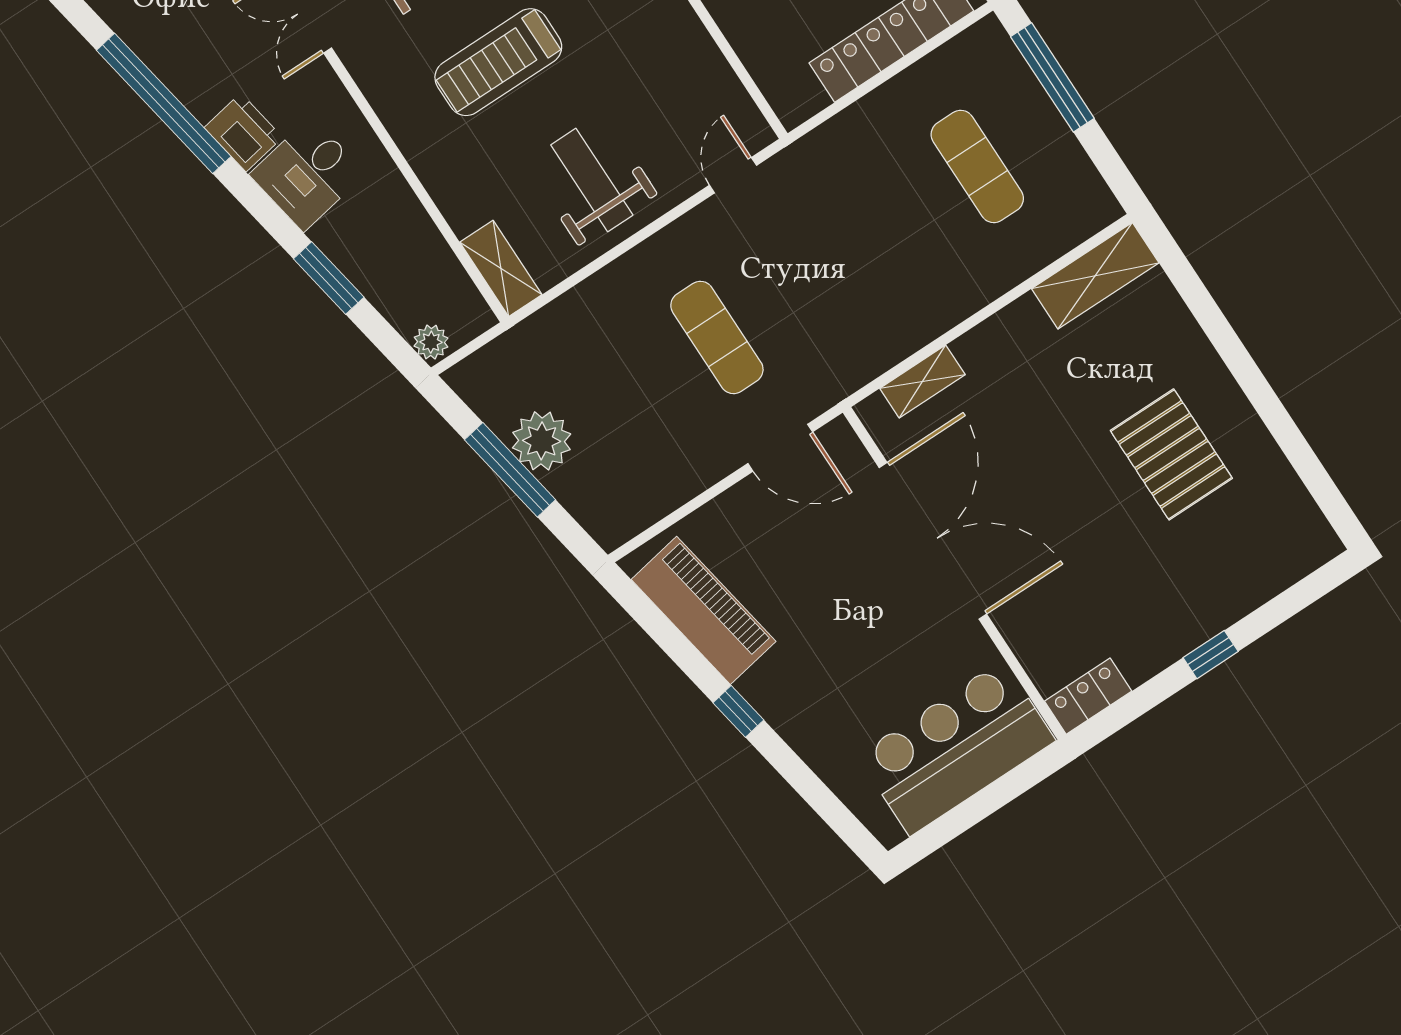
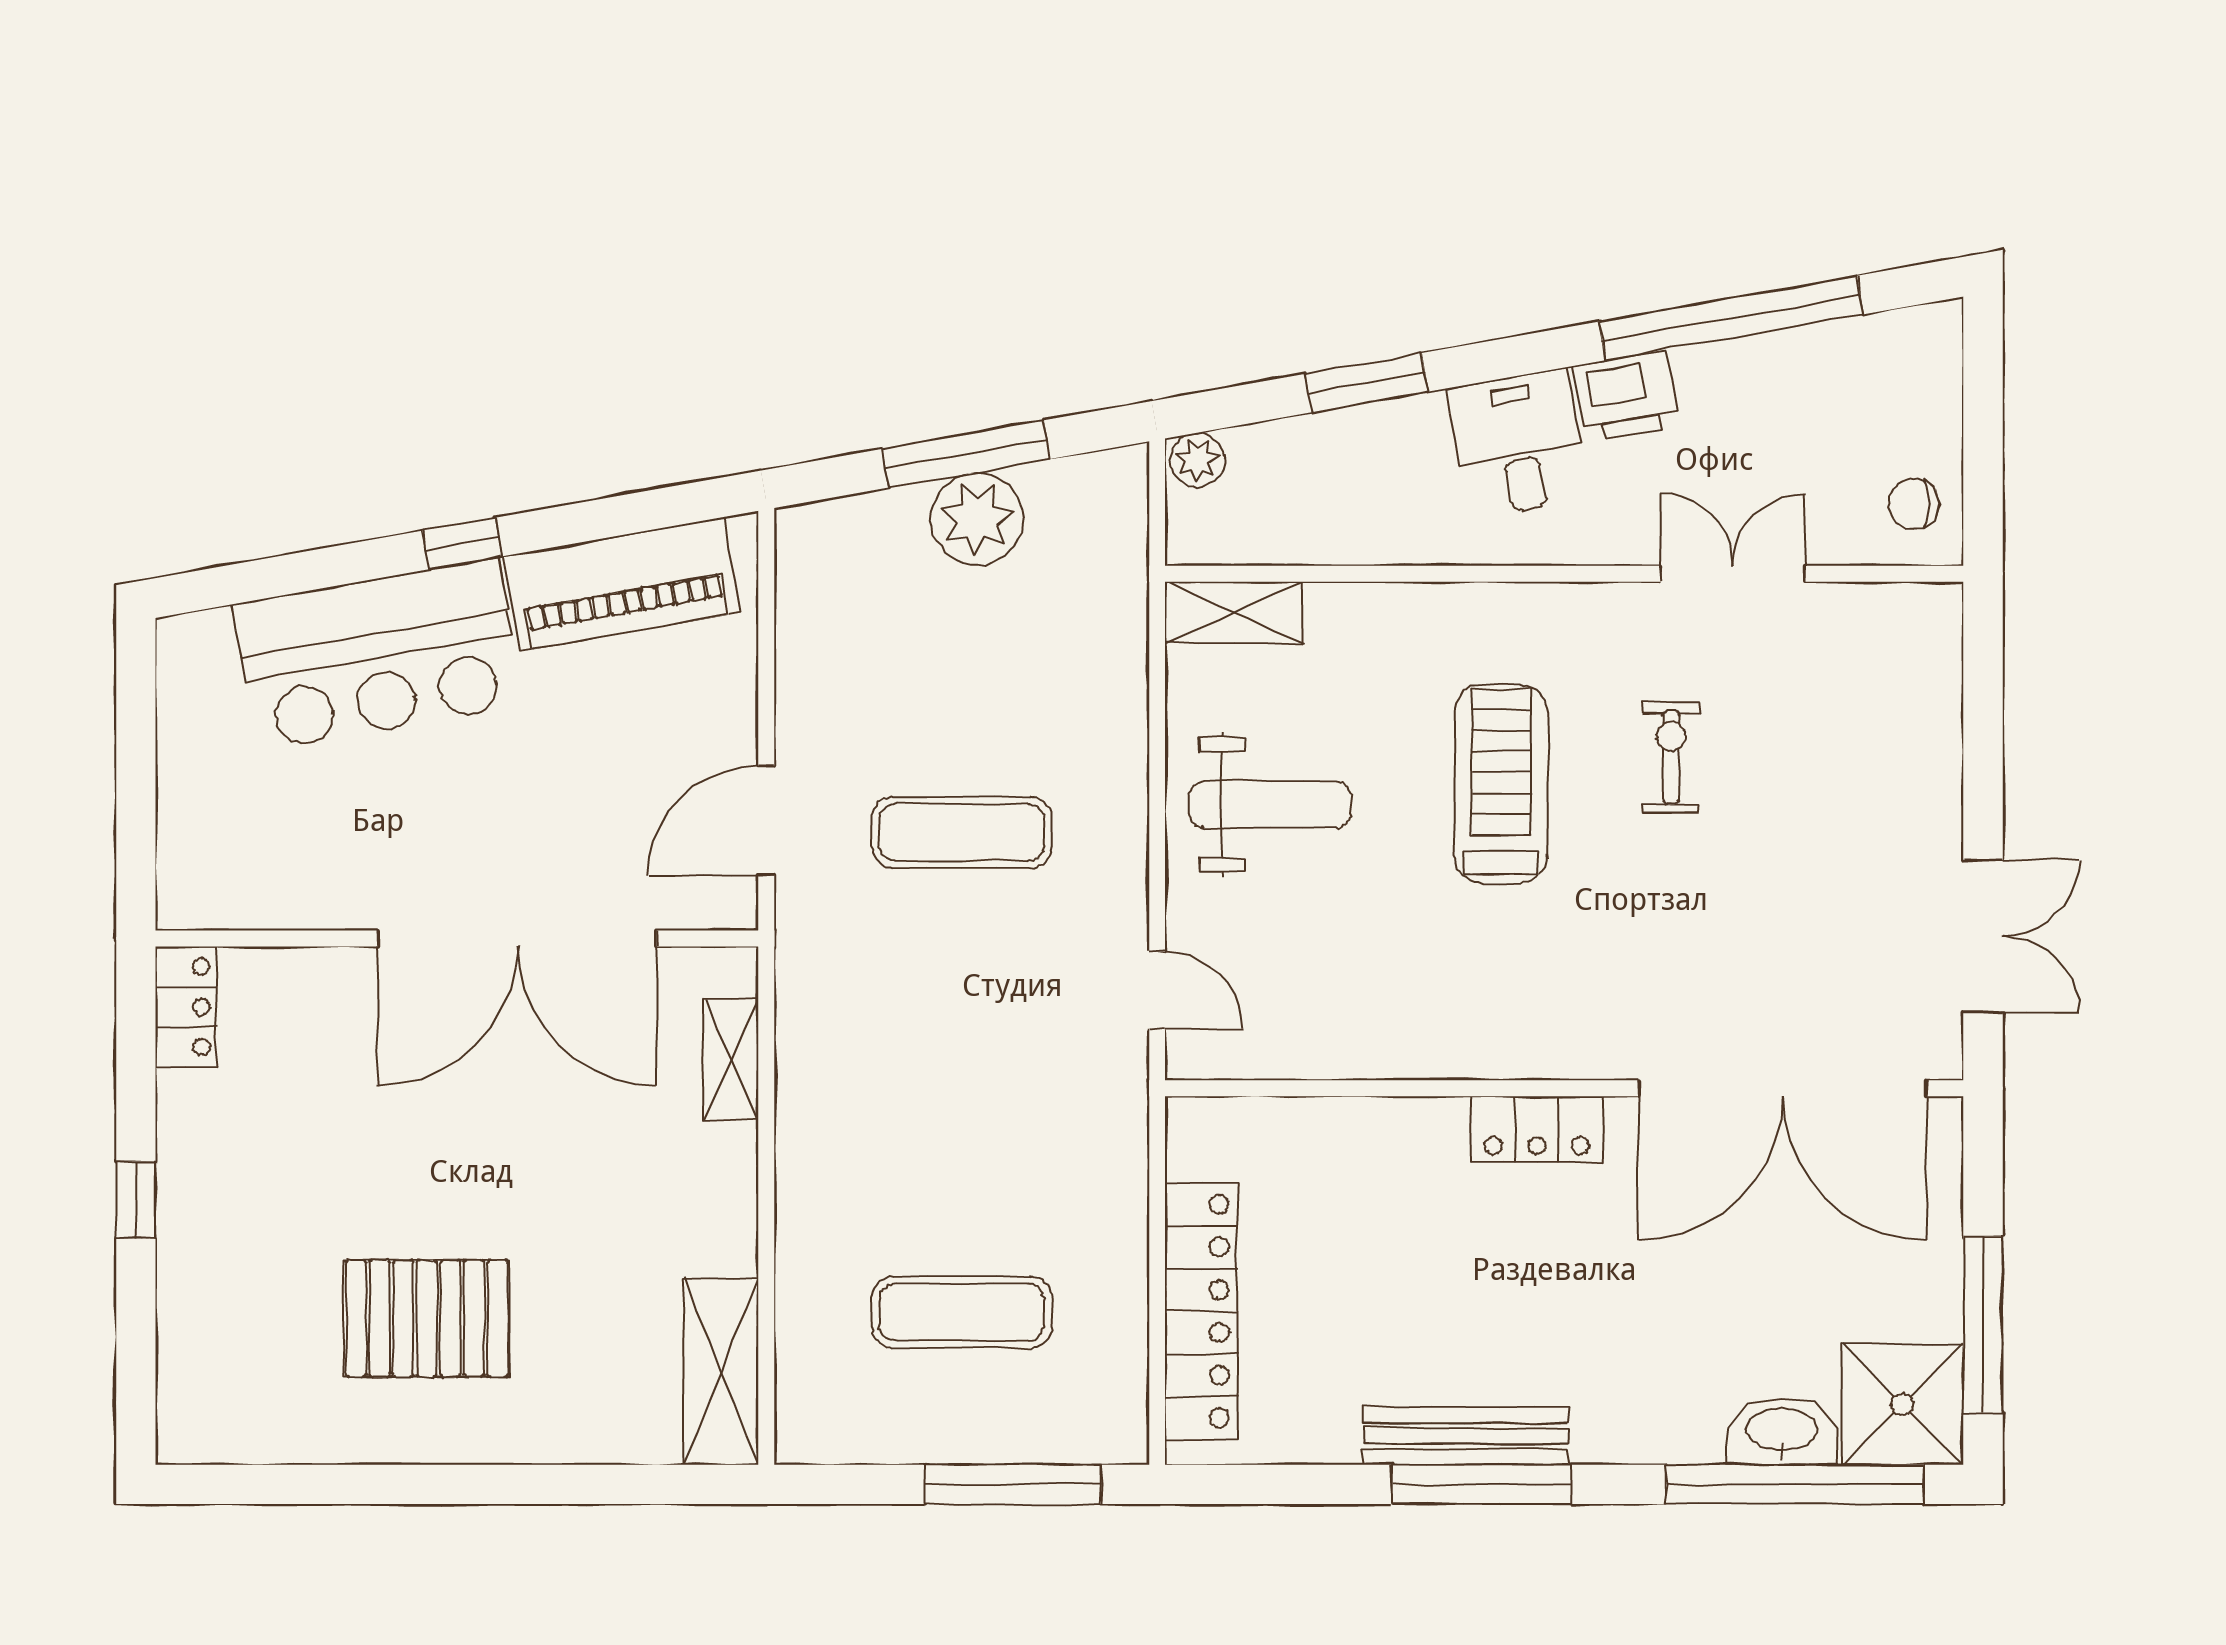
bar counter: (956, 748) -> (378, 655), moved, turned 80

